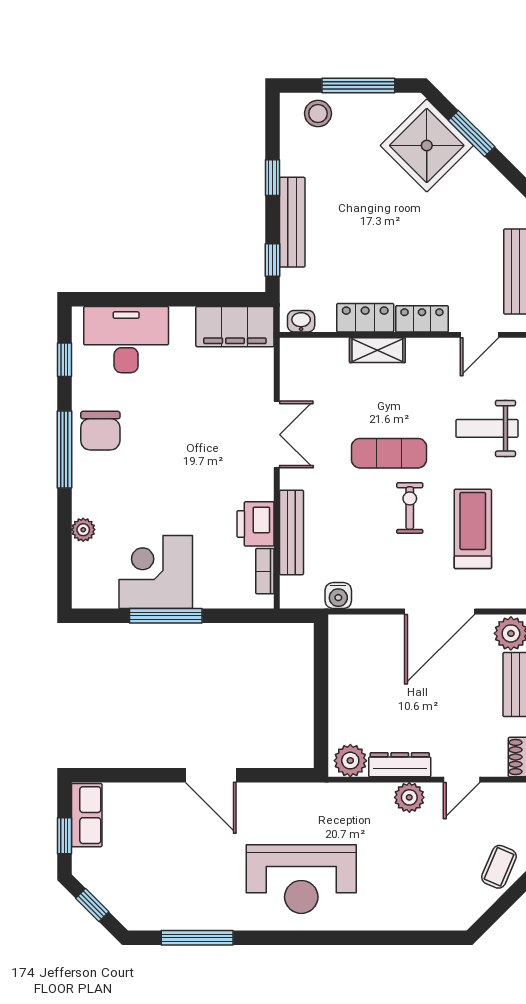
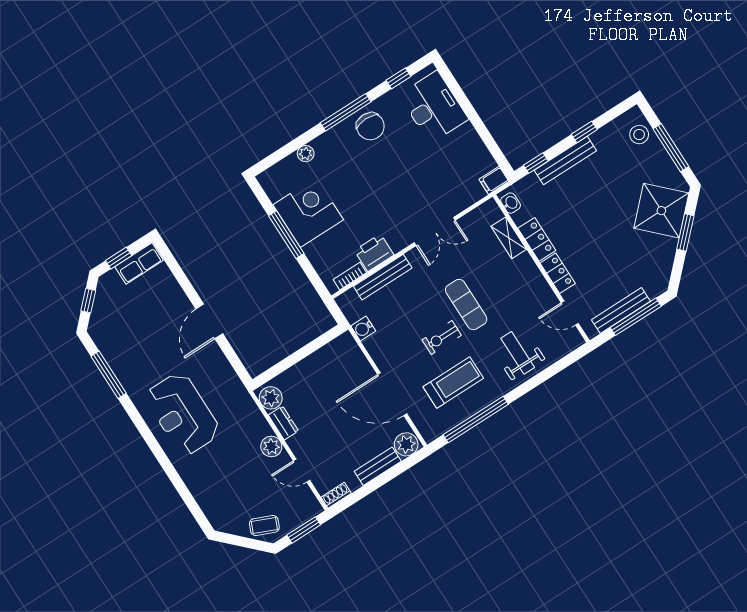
filing cabinet: (235, 327) -> (494, 180), width x0.33, depth x0.86
shelving: (377, 350) -> (509, 238), moved
chair: (100, 431) -> (370, 126), turned -90
exercise bike: (410, 508) -> (442, 338), turned 180
dresser: (400, 765) -> (283, 423), width x0.70

